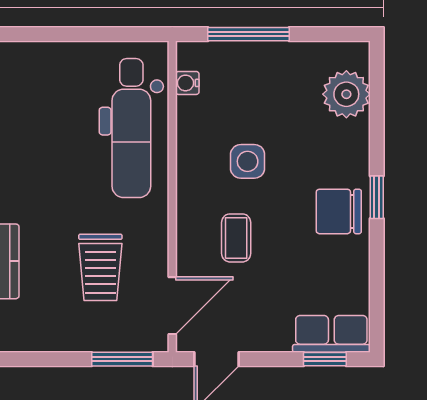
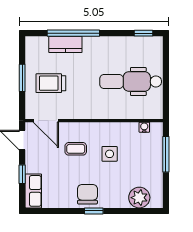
dental chair: (131, 128) -> (131, 81), moved
trolley: (100, 267) -> (51, 83), moved
window: (122, 359) -> (22, 78), moved
window: (325, 359) -> (22, 174), moved

